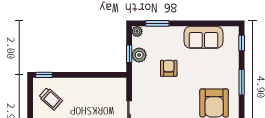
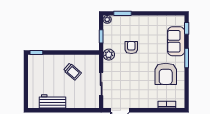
sofa: (203, 37) -> (176, 41), moved, turned 90
plant: (139, 55) -> (109, 55), moved
trolley: (51, 99) -> (72, 72), moved

